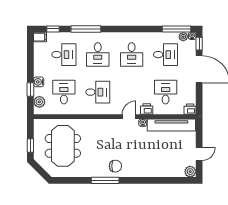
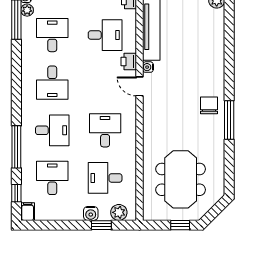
desk: (132, 55) -> (52, 83), turned 90
desk: (166, 92) -> (105, 35), turned 180
meeting table: (63, 146) -> (181, 179), turned 90

